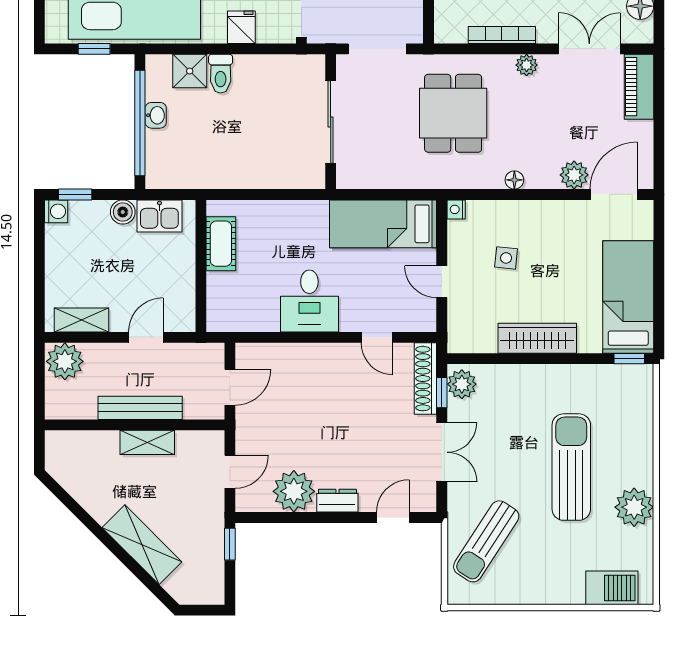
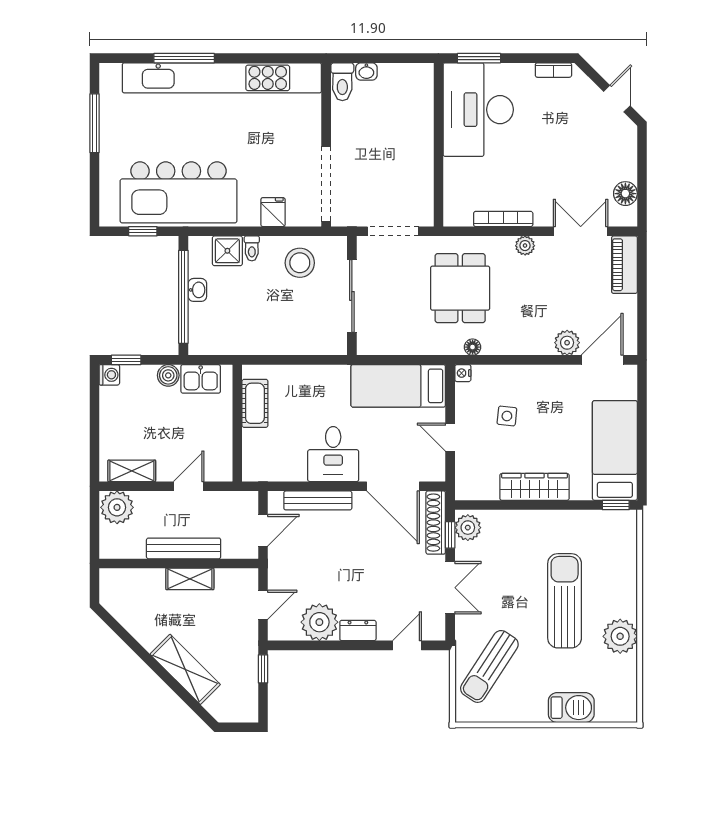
toilet: (221, 74) -> (252, 248), width x0.73, depth x0.72
stool: (272, 85) -> (300, 263), added
floor lamp: (514, 180) -> (473, 347), moved
door: (377, 337) -> (393, 486), width x1.87
bench: (292, 354) -> (318, 500), added
barbecue: (612, 588) -> (571, 708), moved

